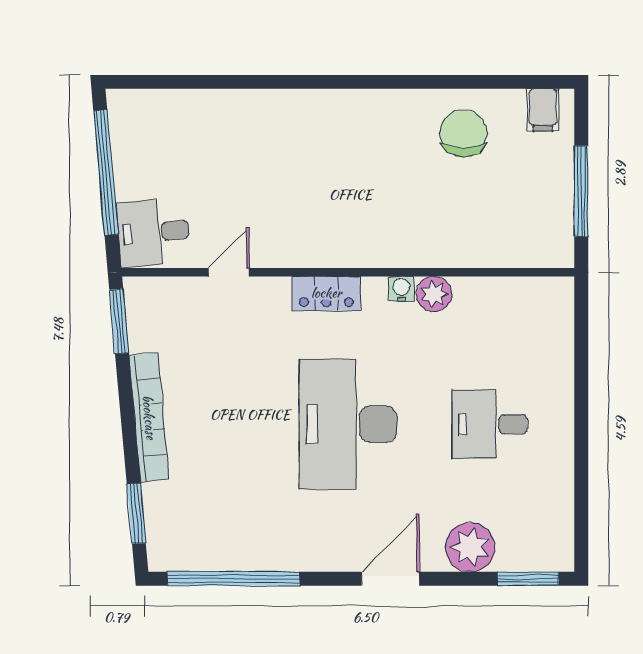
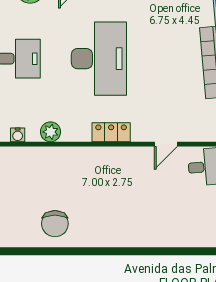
chair: (464, 133) -> (55, 224), moved
water cooler: (401, 289) -> (18, 135), moved

